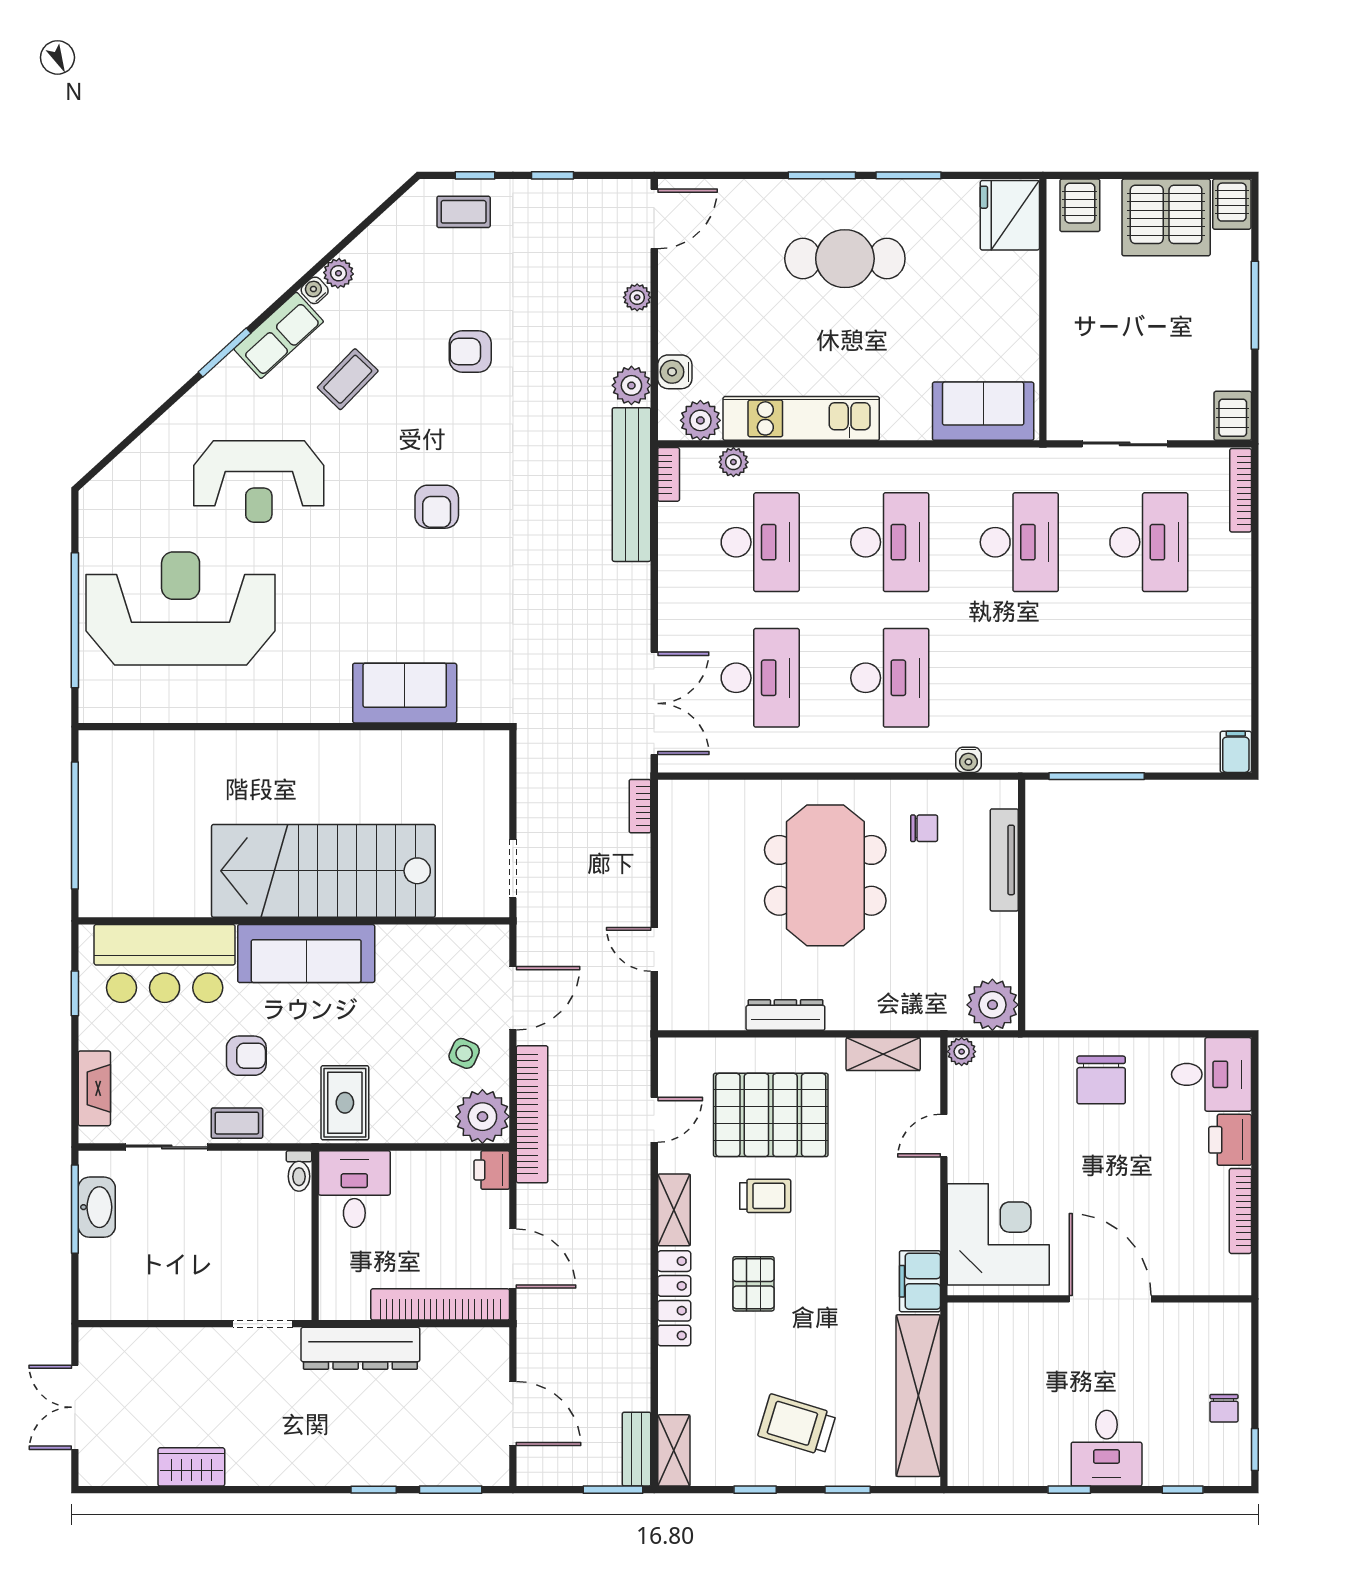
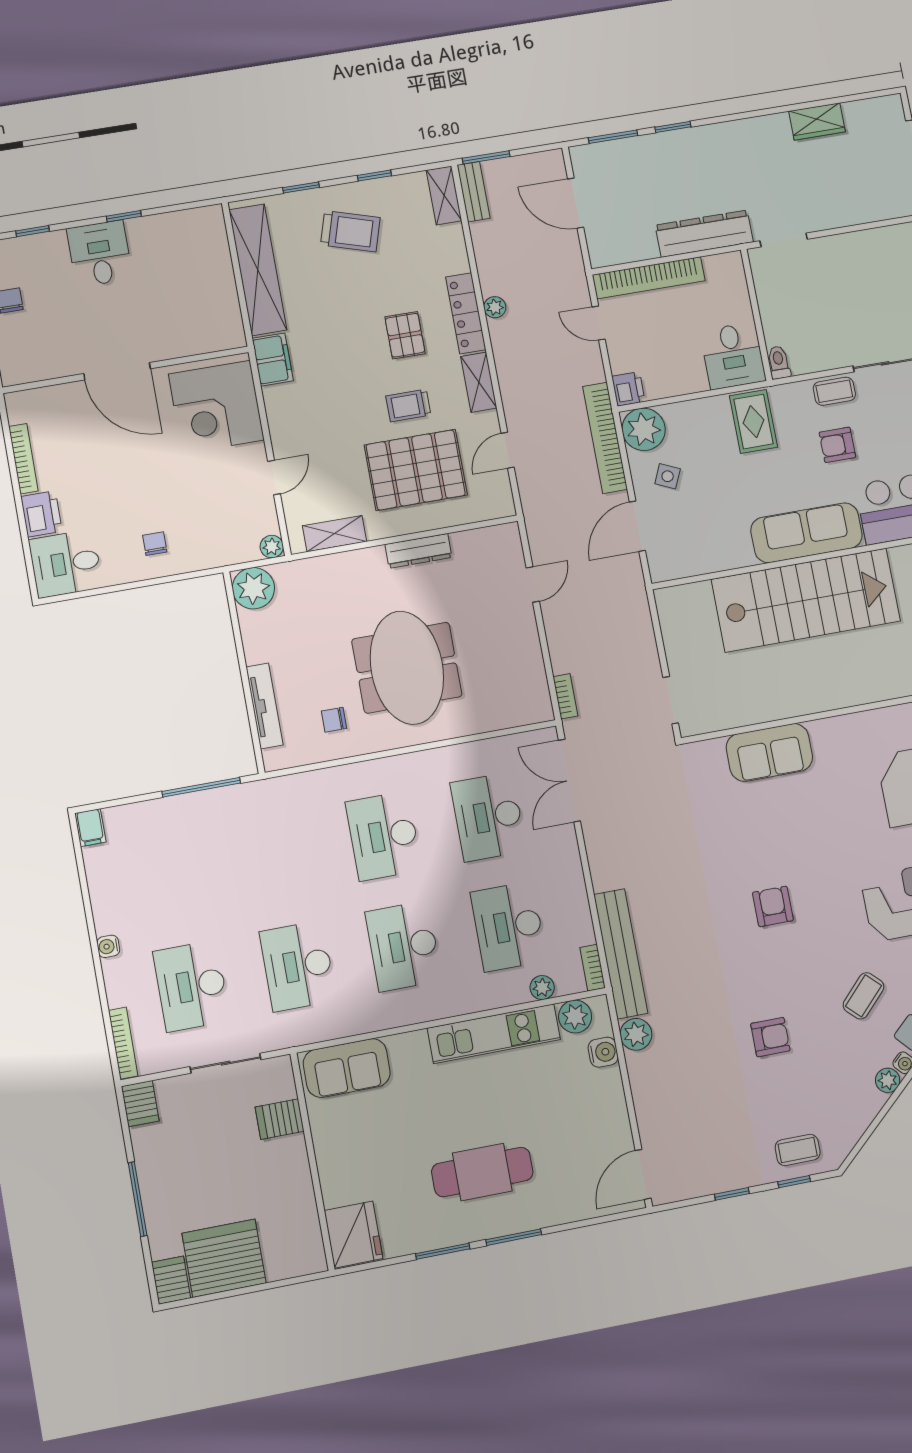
server rack: (1080, 205) -> (280, 1119), moved, turned -90
plant: (637, 297) -> (495, 307), moved
water cooler: (968, 760) -> (108, 946), moved, turned -90
doorway: (513, 869) -> (671, 700), moved
door: (654, 949) -> (533, 585), hinge flipped
chair: (1101, 1080) -> (155, 544), width x0.54, depth x0.54
door: (513, 1258) -> (599, 323), width x0.73

